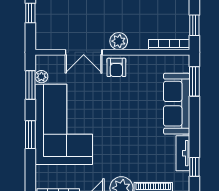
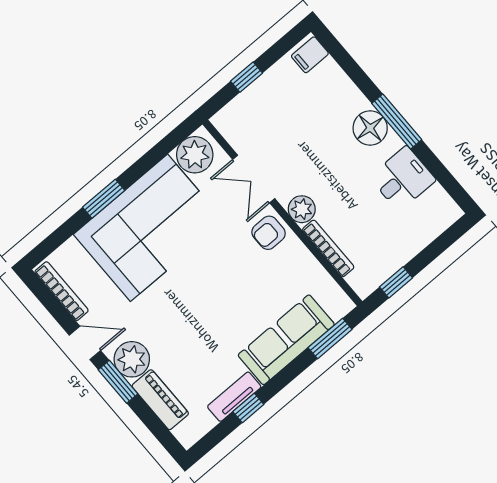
bookcase: (169, 45) -> (328, 248), moved
plant: (41, 77) -> (195, 155), width x1.88, depth x1.88
window: (30, 85) -> (162, 149), removed
window: (194, 167) -> (248, 408), moved

